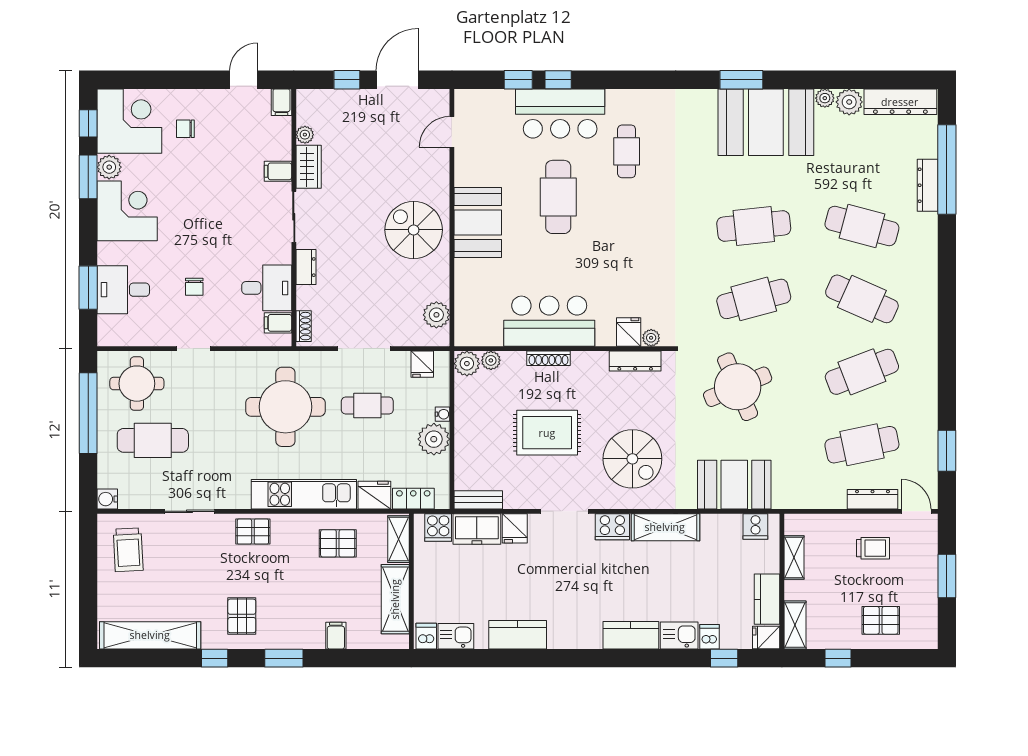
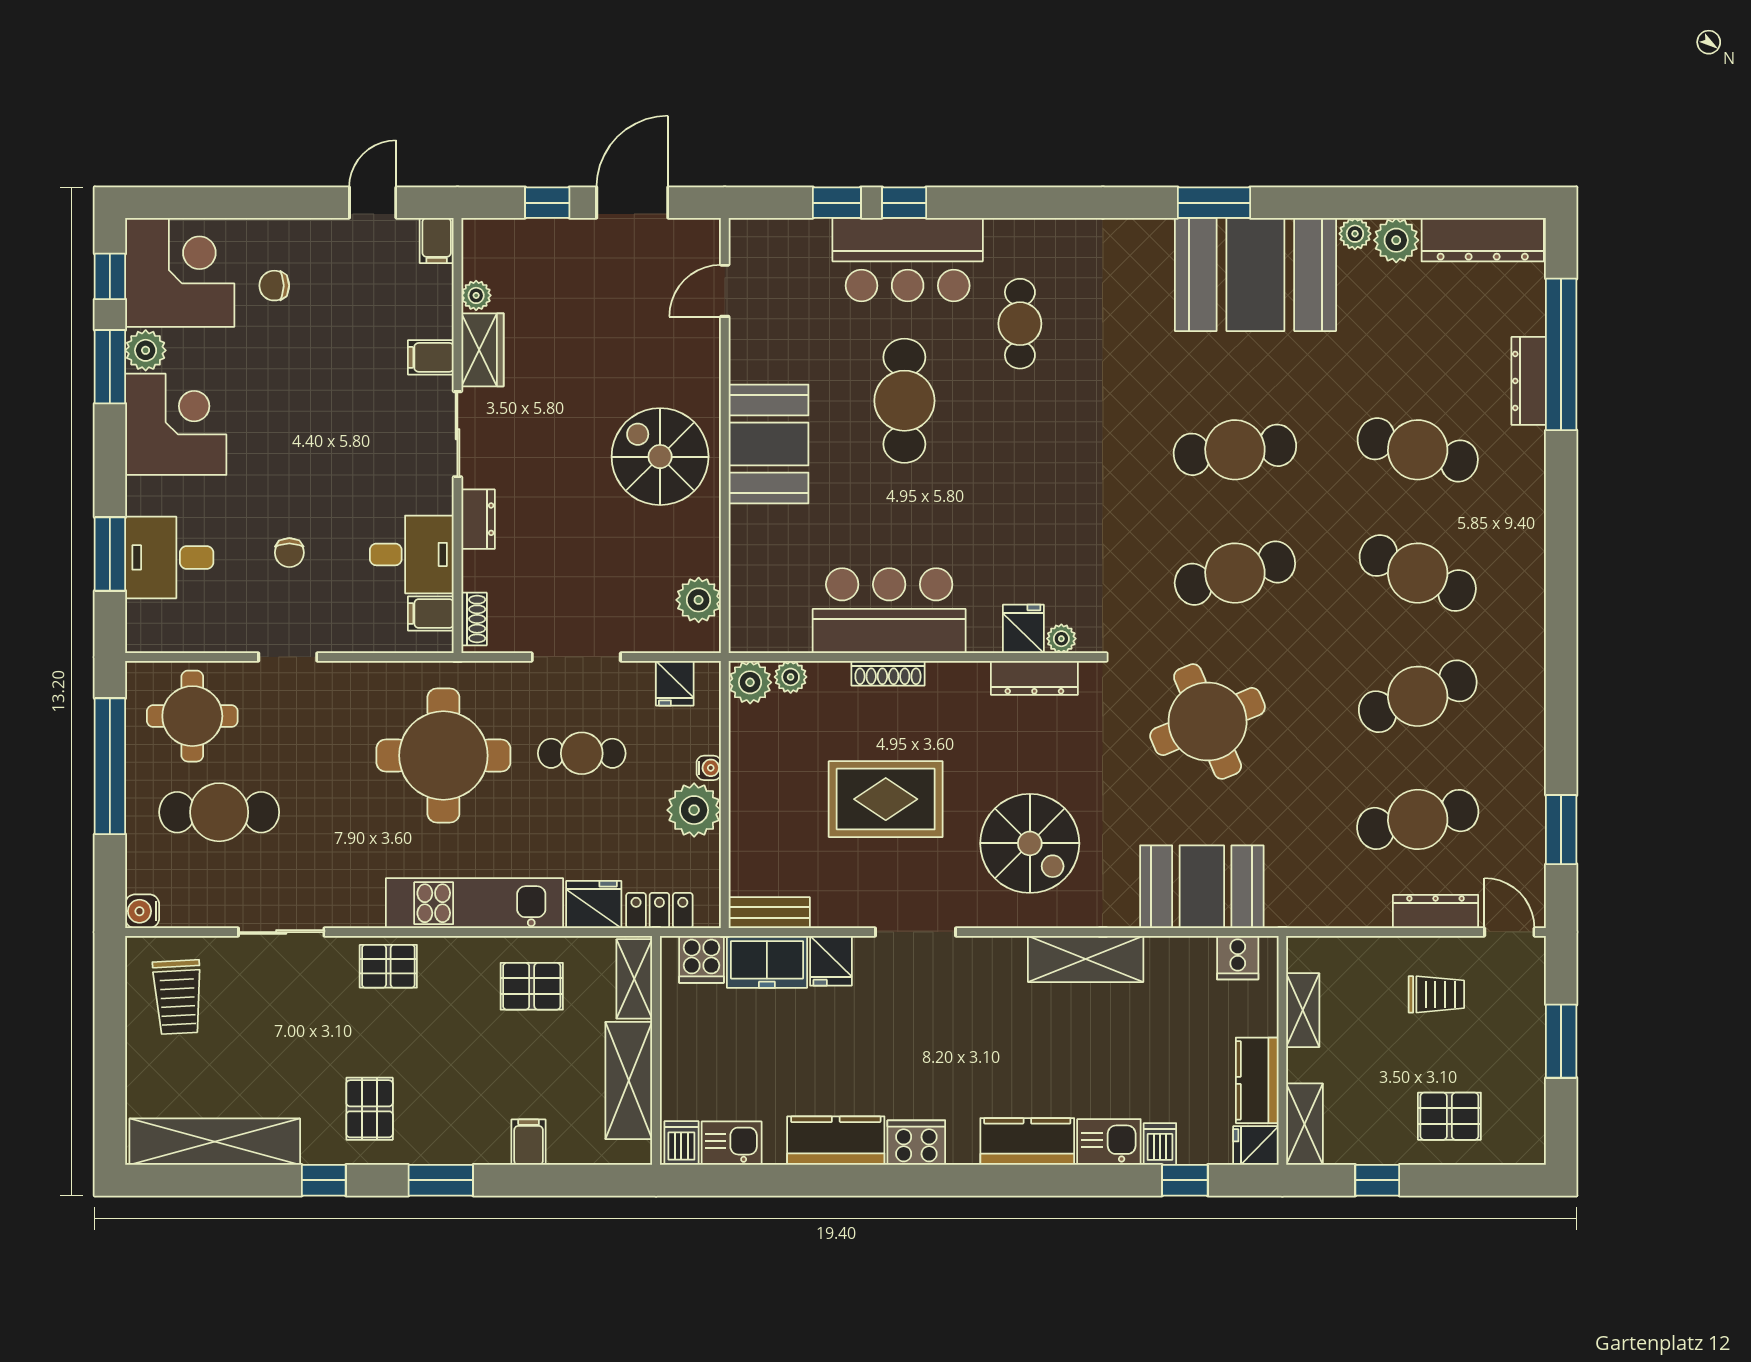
cooker: (612, 527) -> (916, 1143), moved, turned 180

